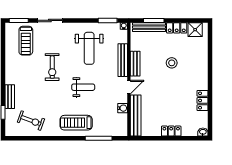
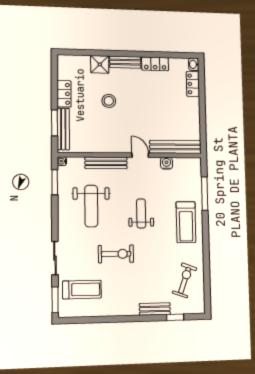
shower: (195, 30) -> (100, 64), moved
weight bench: (89, 48) -> (91, 206), turned 90
bench: (135, 64) -> (125, 62), moved
locker: (171, 131) -> (193, 84), moved

